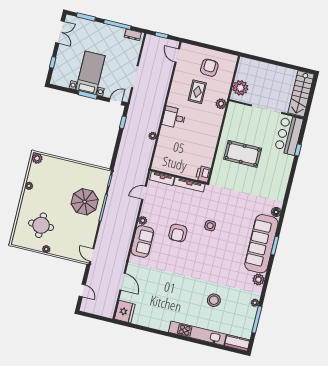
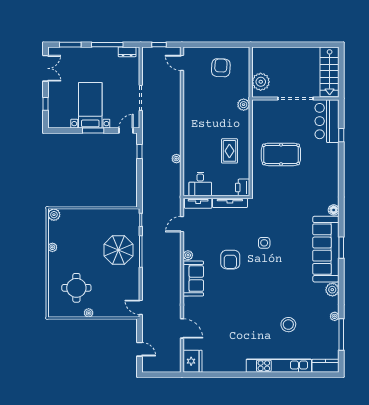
rug: (197, 92) -> (229, 151), moved
desk: (174, 118) -> (200, 184), moved, turned -90

